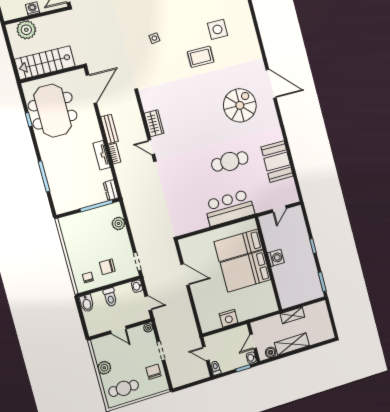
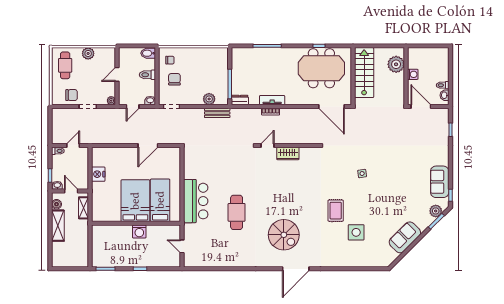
bench: (109, 129) -> (217, 113), moved
booth: (277, 162) -> (225, 256), removed
shelving: (292, 315) -> (83, 208), moved

